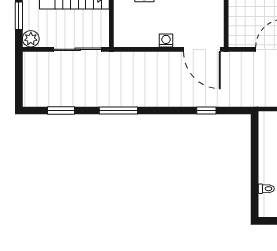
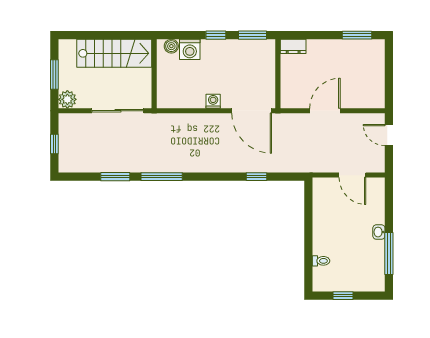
window: (19, 80) -> (54, 144), added
window: (61, 110) -> (115, 177), moved

